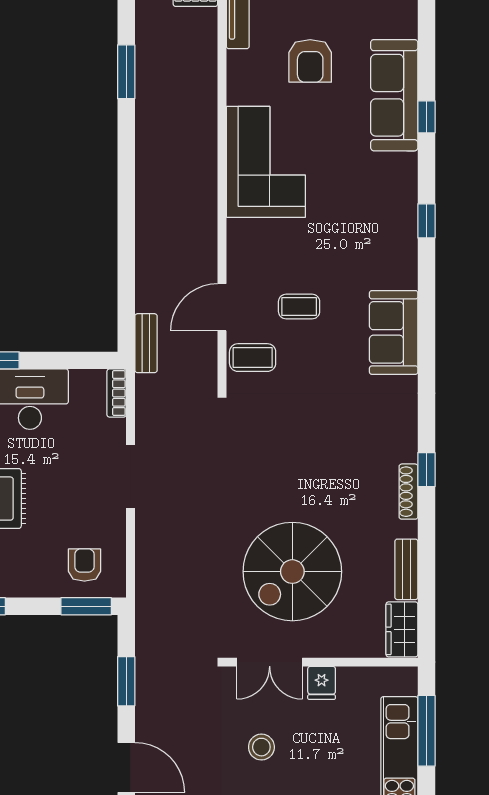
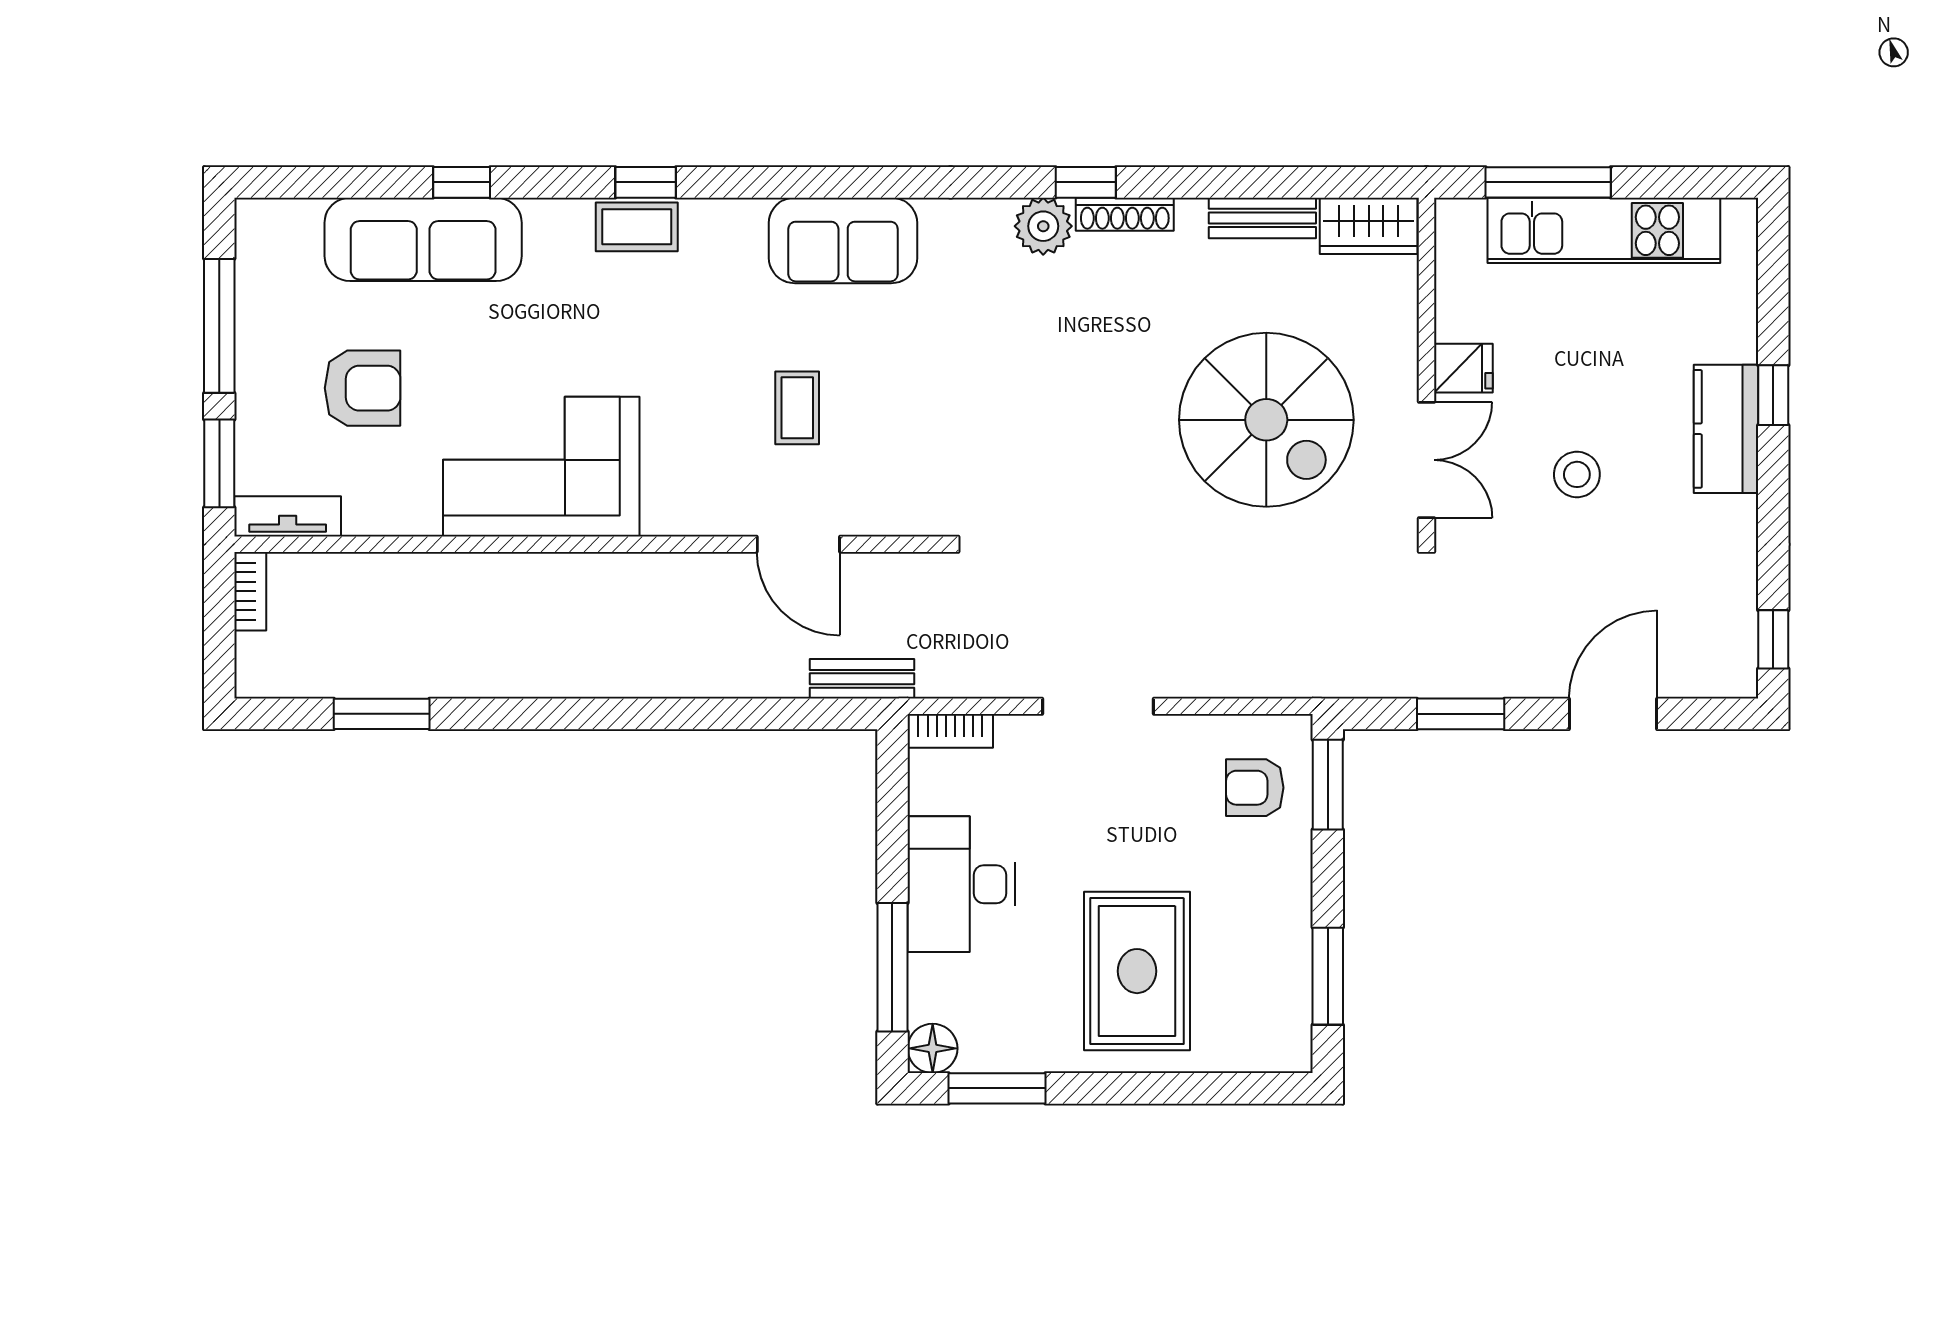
coffee table: (253, 358) -> (637, 227), moved, turned 90
plant: (402, 446) -> (1043, 226), added

